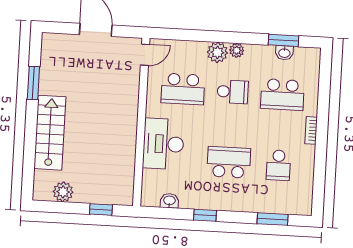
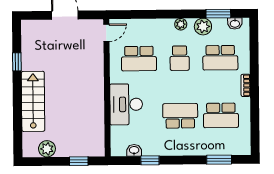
plant: (217, 52) -> (203, 27), moved
washbasin: (284, 53) -> (235, 23), moved
window: (33, 83) -> (17, 62), width x0.67
school desk: (233, 92) -> (180, 58), turned 90
school desk: (278, 165) -> (221, 115), width x1.85
window: (205, 215) -> (150, 160), moved

